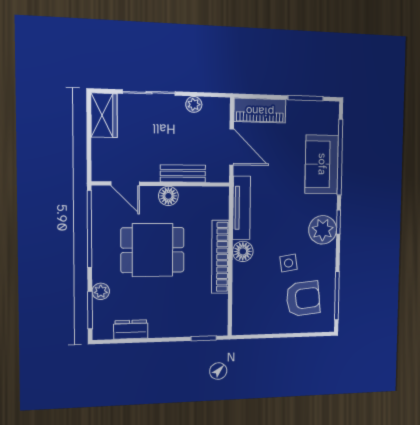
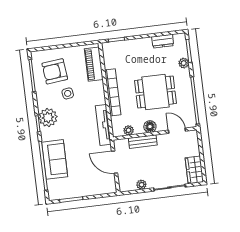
piano: (260, 111) -> (94, 64), moved, turned -90
plant: (203, 194) -> (129, 130), added
floor lamp: (243, 251) -> (99, 98), removed

